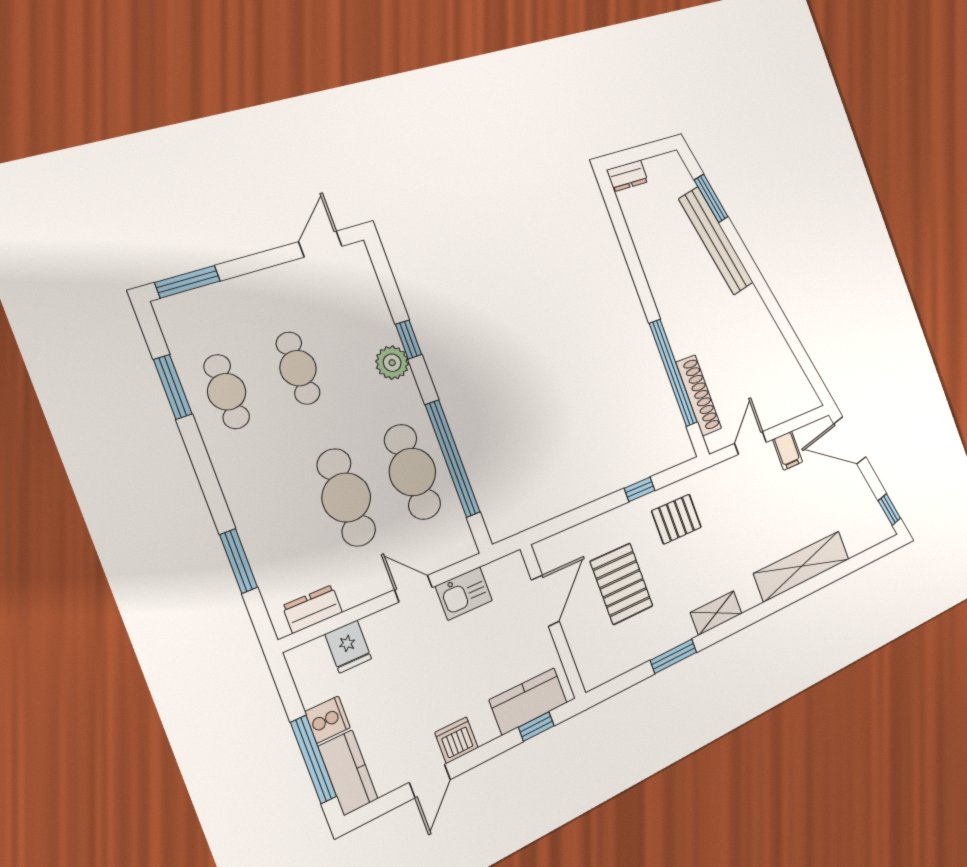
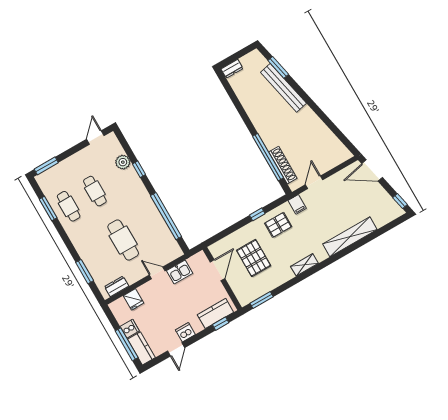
plant: (392, 363) -> (123, 162), moved
filing cabinet: (788, 451) -> (297, 204), moved
cafe table: (413, 472) -> (149, 225), removed
window: (673, 656) -> (262, 300), moved

